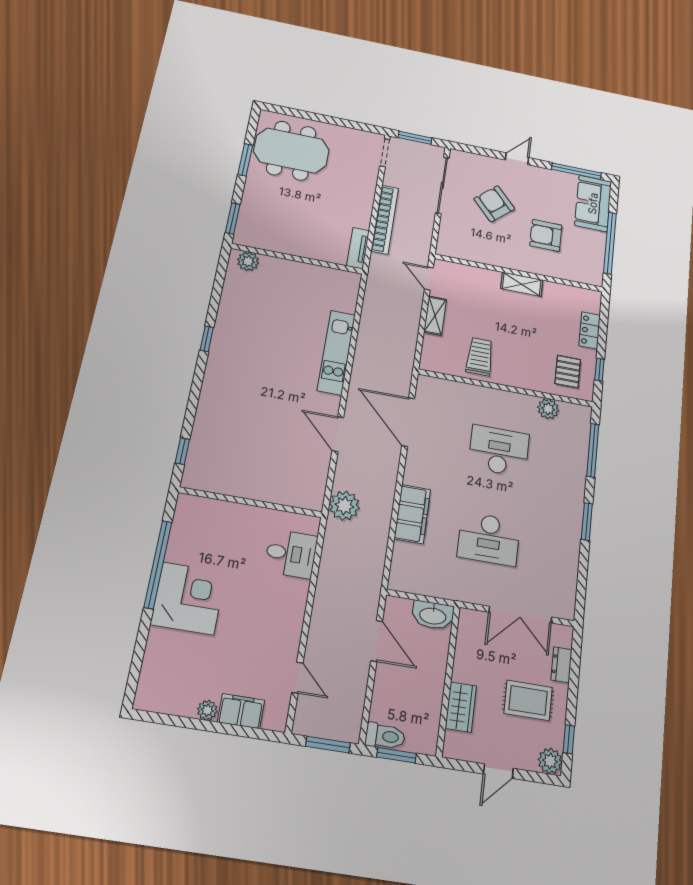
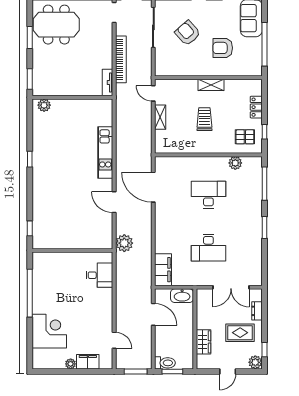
trolley: (480, 357) -> (204, 119), moved
pallet: (568, 371) -> (245, 137), turned 90
filing cabinet: (412, 514) -> (163, 270), moved
corner desk: (188, 598) -> (49, 331), moved

